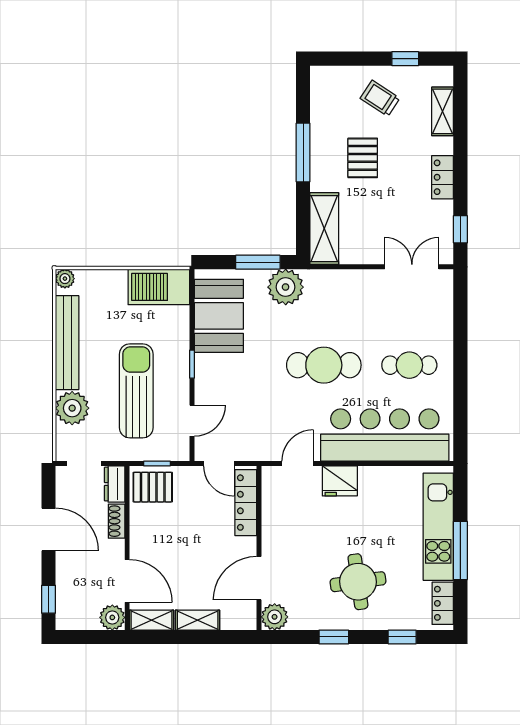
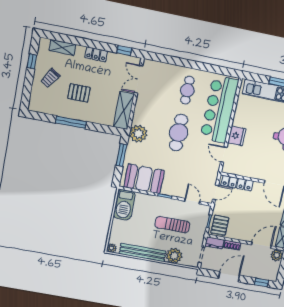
shelving: (324, 229) -> (124, 111), moved, turned 90
plant: (286, 287) -> (138, 134), moved
sun lounger: (136, 391) -> (172, 225), width x0.73, depth x0.75

